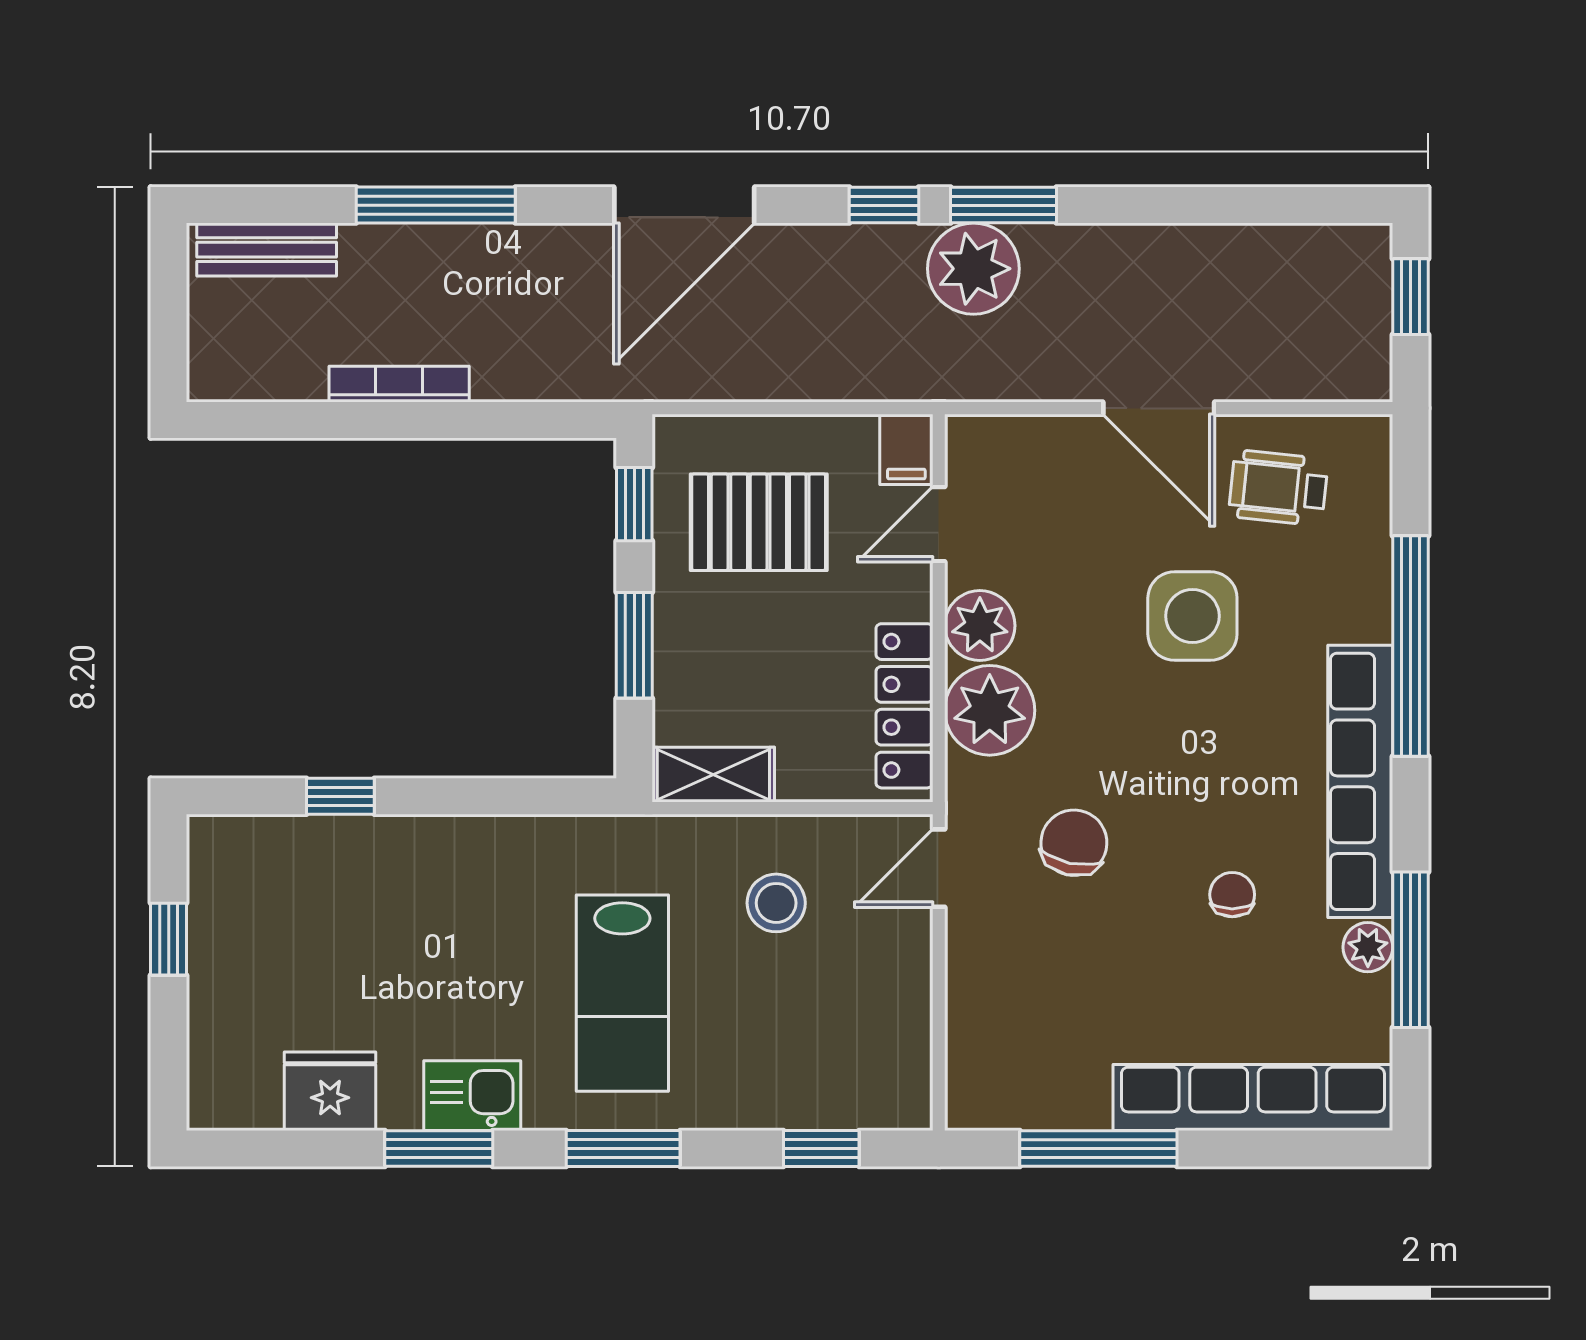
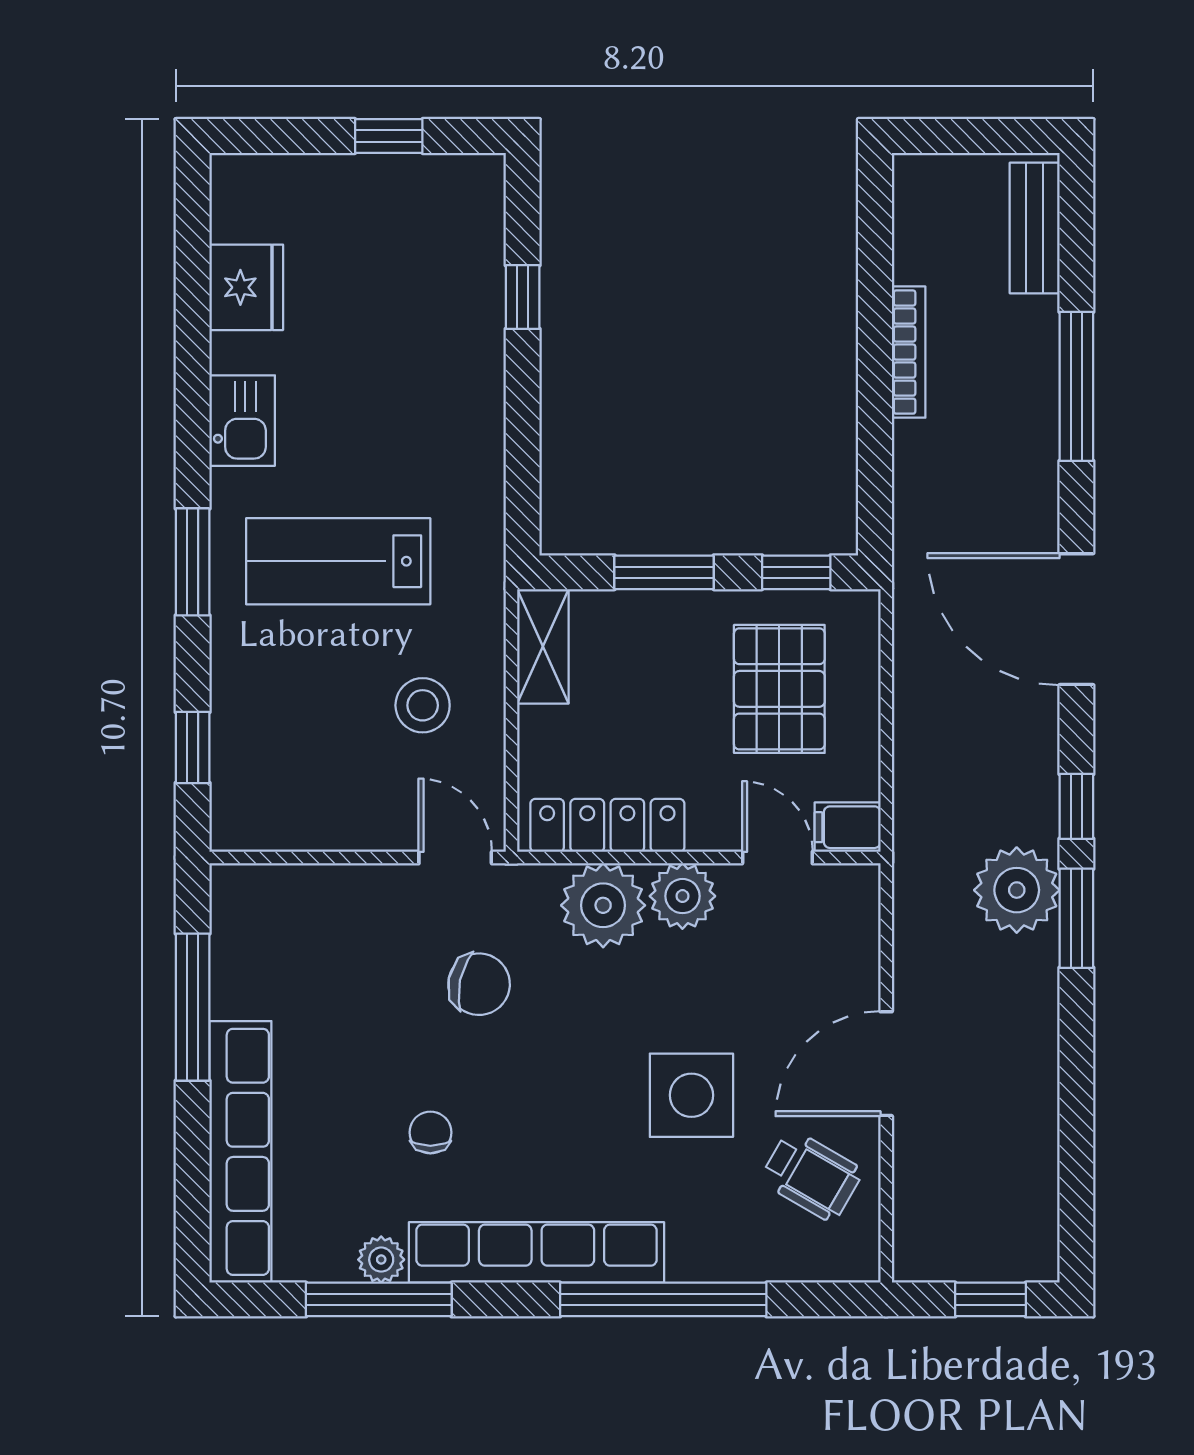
wheelchair: (1278, 488) -> (811, 1176), turned 114
chair: (1232, 895) -> (430, 1132), turned -90
window: (439, 1148) -> (193, 389), removed

